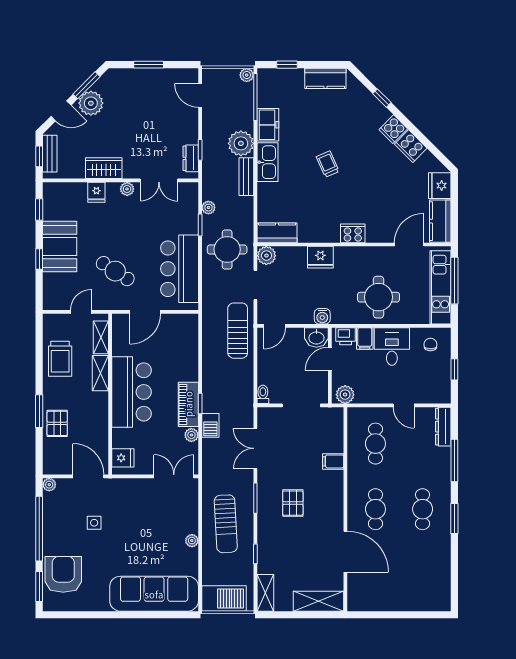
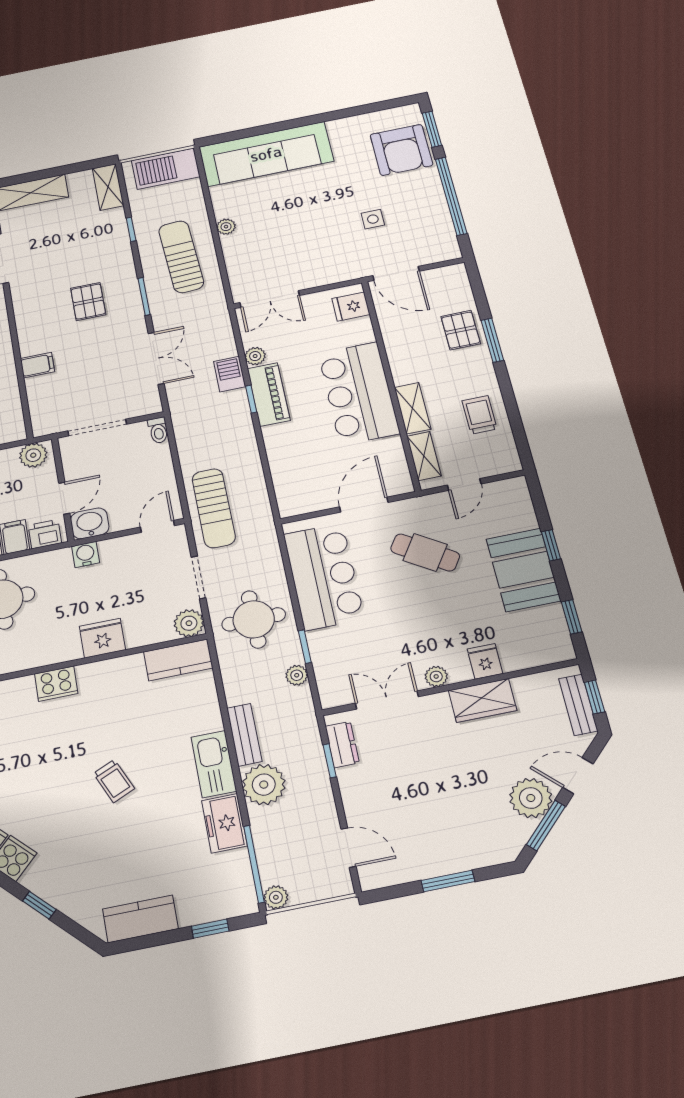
trolley: (60, 359) -> (480, 415), width x0.73, depth x0.72
plant: (49, 485) -> (451, 252), removed

